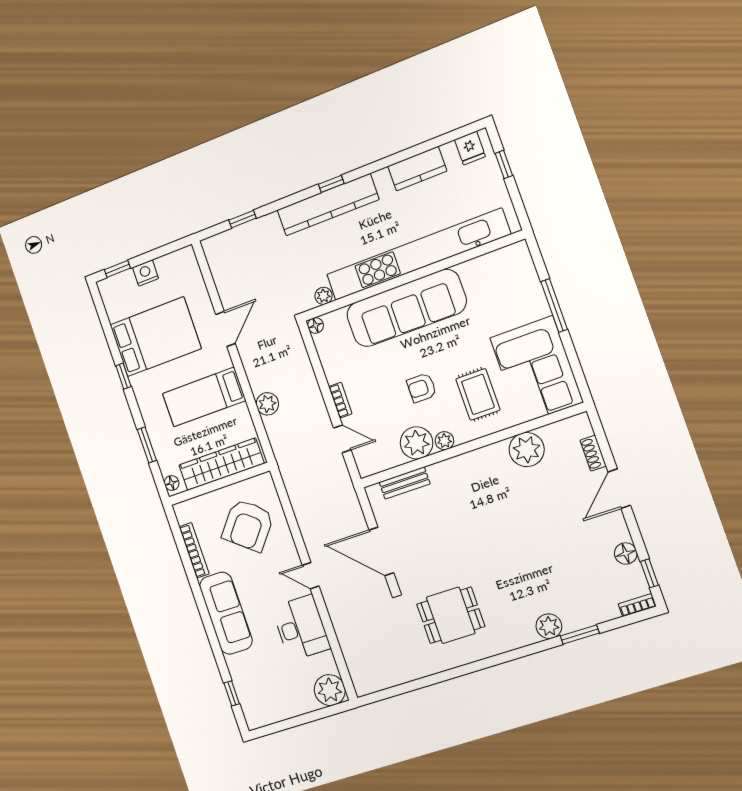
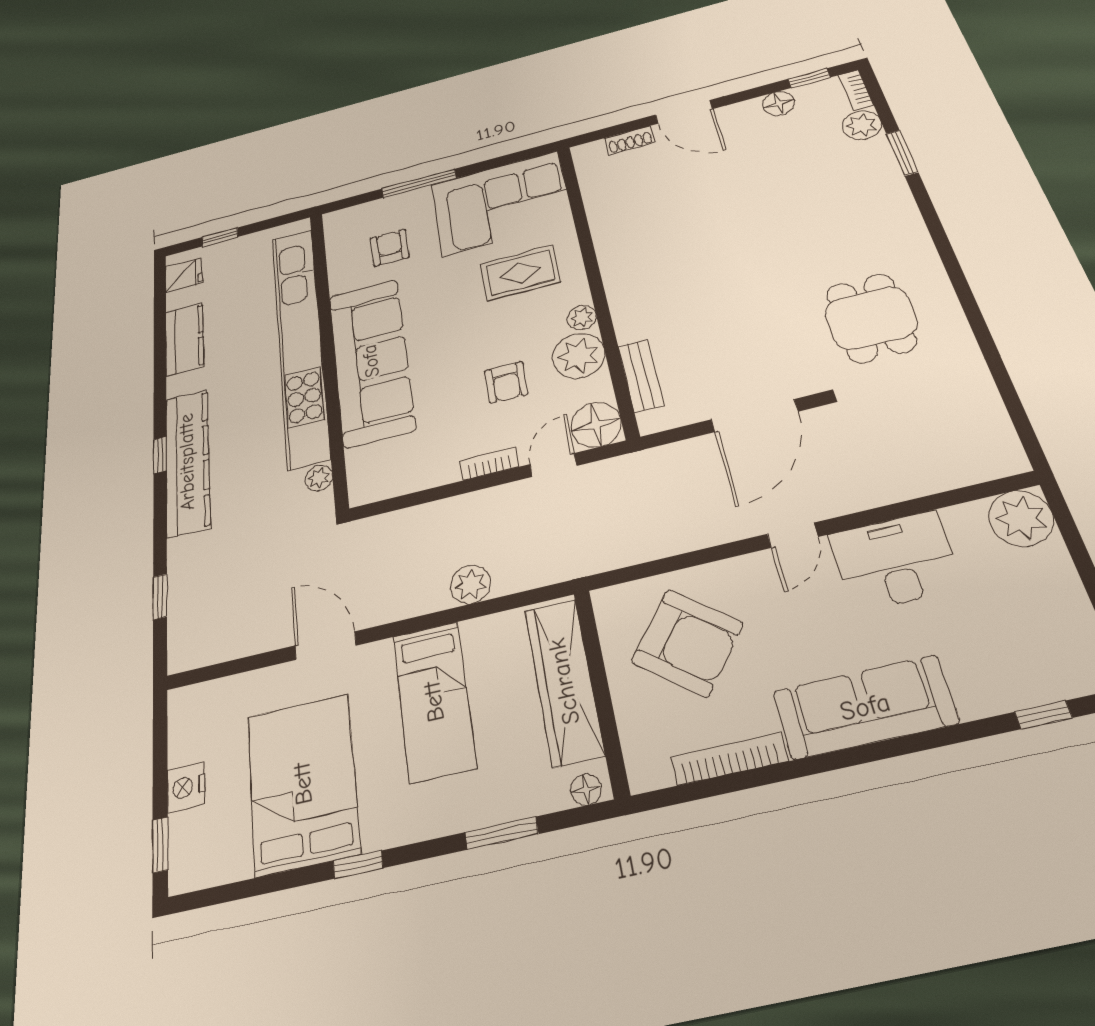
armchair: (497, 298) -> (390, 248), added
floor lamp: (316, 325) -> (596, 425), moved, width x1.89, depth x1.89
armchair: (422, 388) -> (506, 382), moved
plant: (527, 450) -> (612, 215), removed
plant: (549, 626) -> (862, 125), moved

